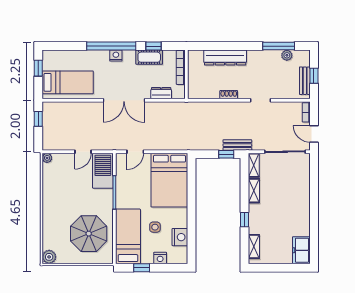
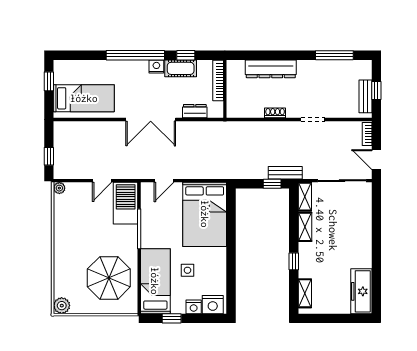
plant: (287, 55) -> (344, 66), removed
nightstand: (116, 56) -> (156, 66), moved
window: (38, 119) -> (49, 156), moved
nightstand: (180, 237) -> (213, 305), moved, turned 90
freezer: (301, 250) -> (361, 291), width x1.40

